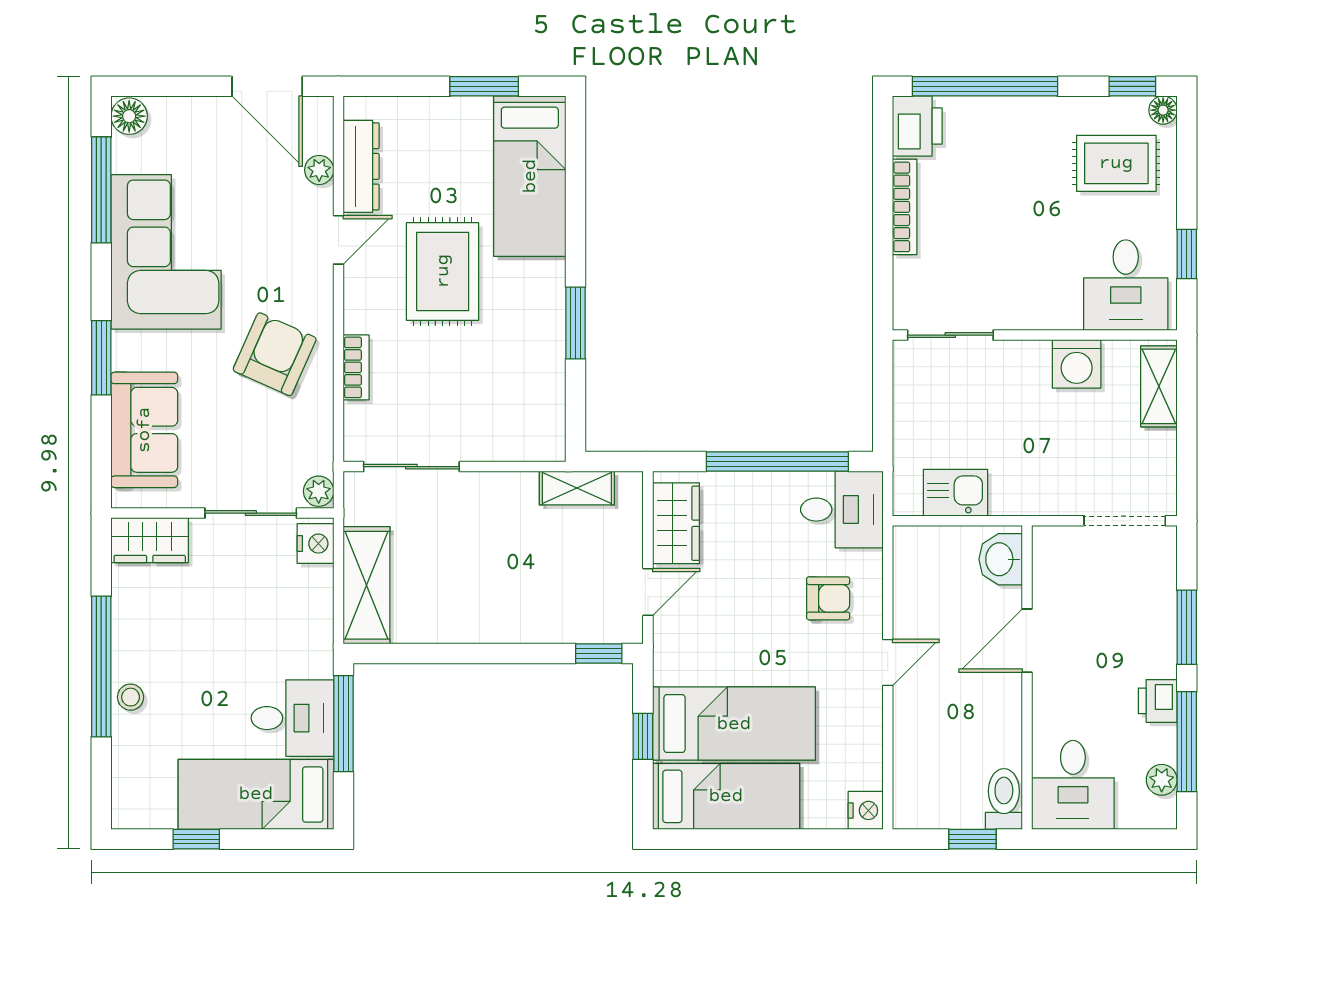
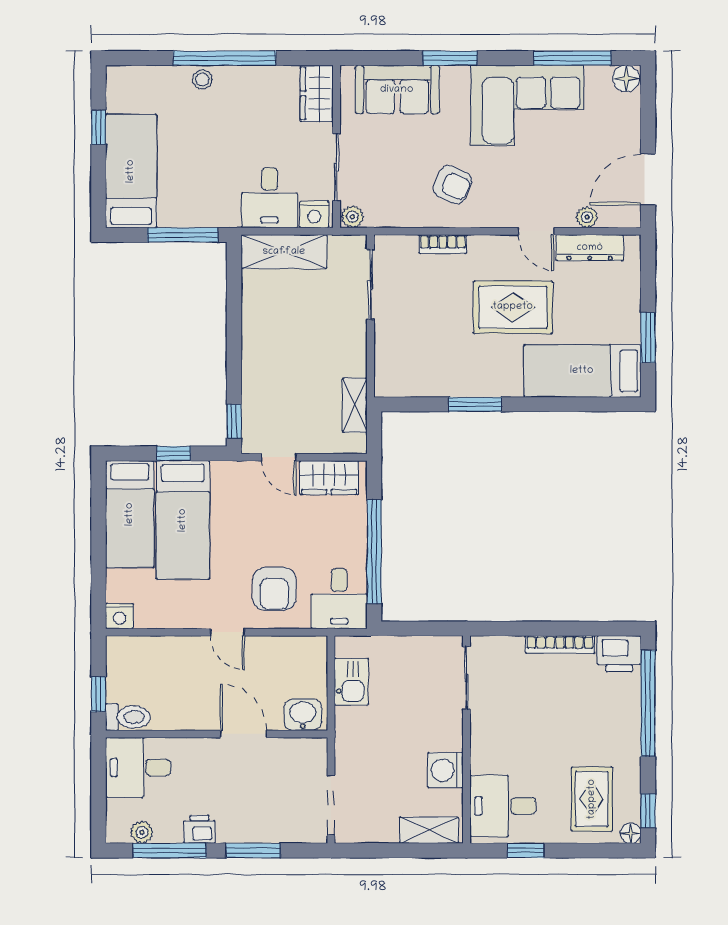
armchair: (275, 354) -> (452, 185), width x0.72, depth x0.72
armchair: (828, 598) -> (274, 589), width x1.38, depth x1.38
desk: (292, 718) -> (270, 198), moved

